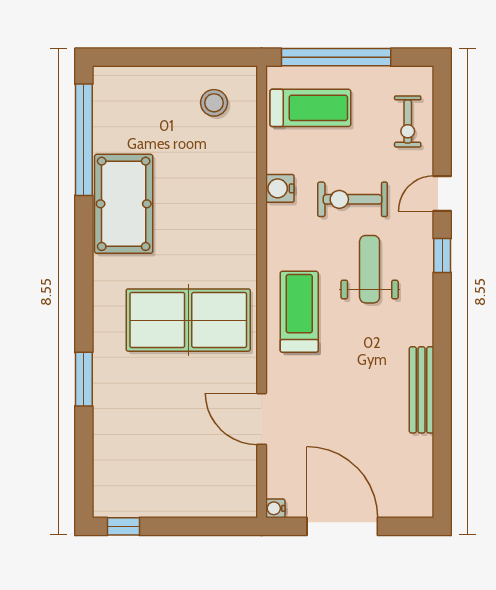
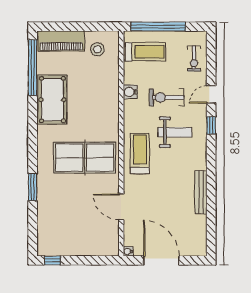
piano: (142, 86) -> (61, 41), added
weight bench: (370, 269) -> (175, 132), turned 90

